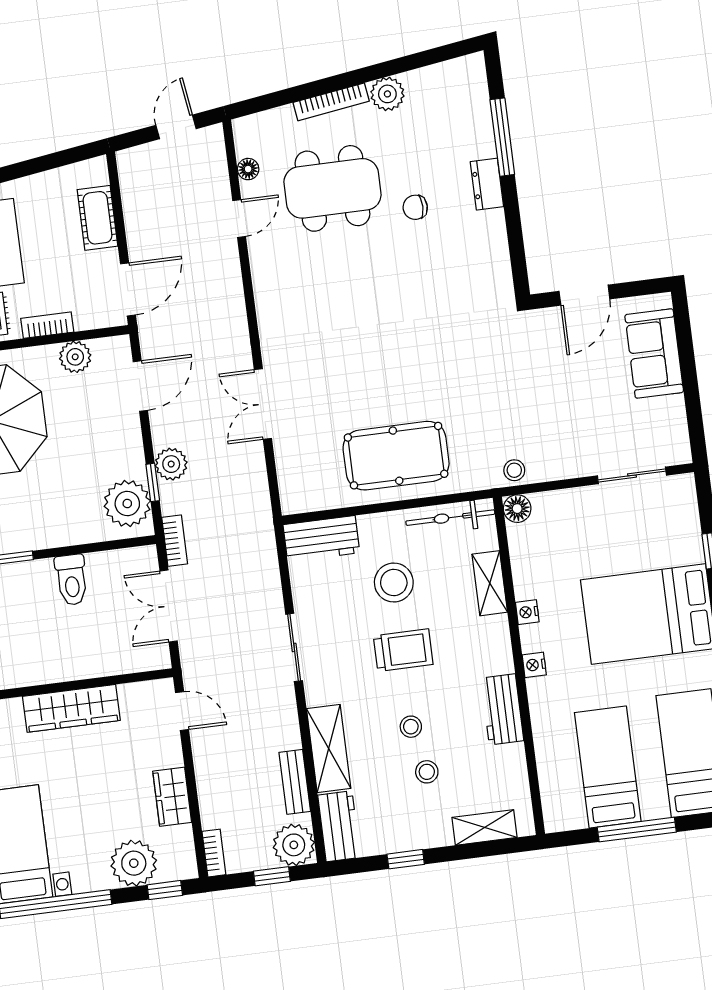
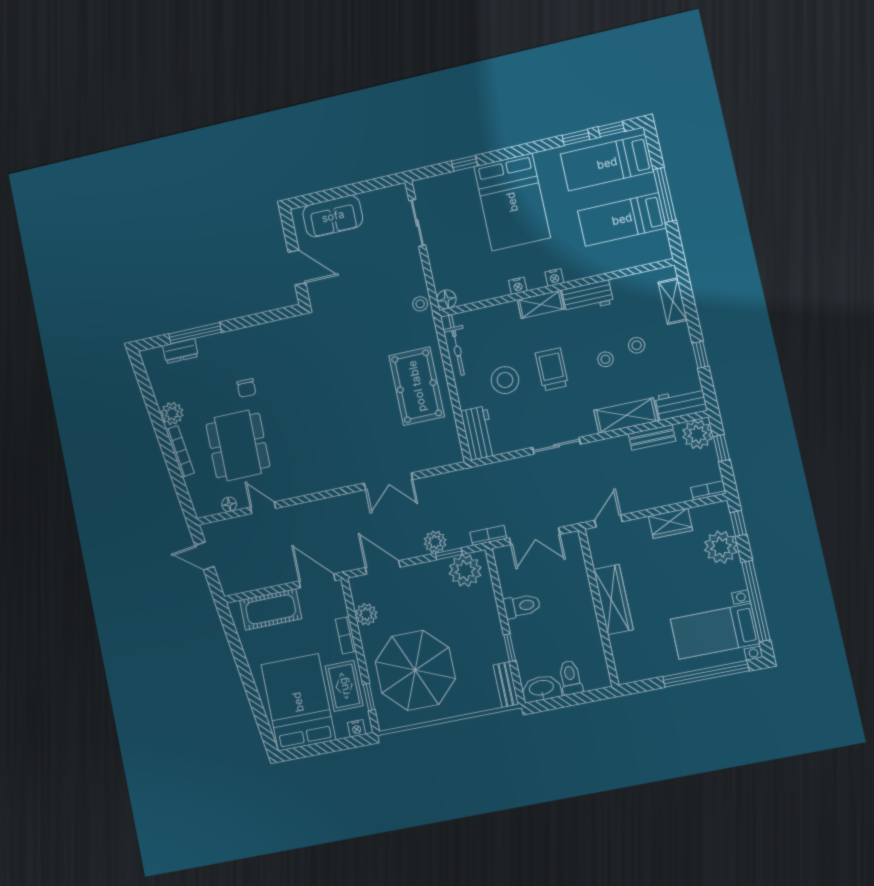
dresser: (487, 184) -> (180, 351), moved
cot: (98, 218) -> (271, 609), width x1.37, depth x1.34
shelving: (490, 583) -> (541, 304), moved

